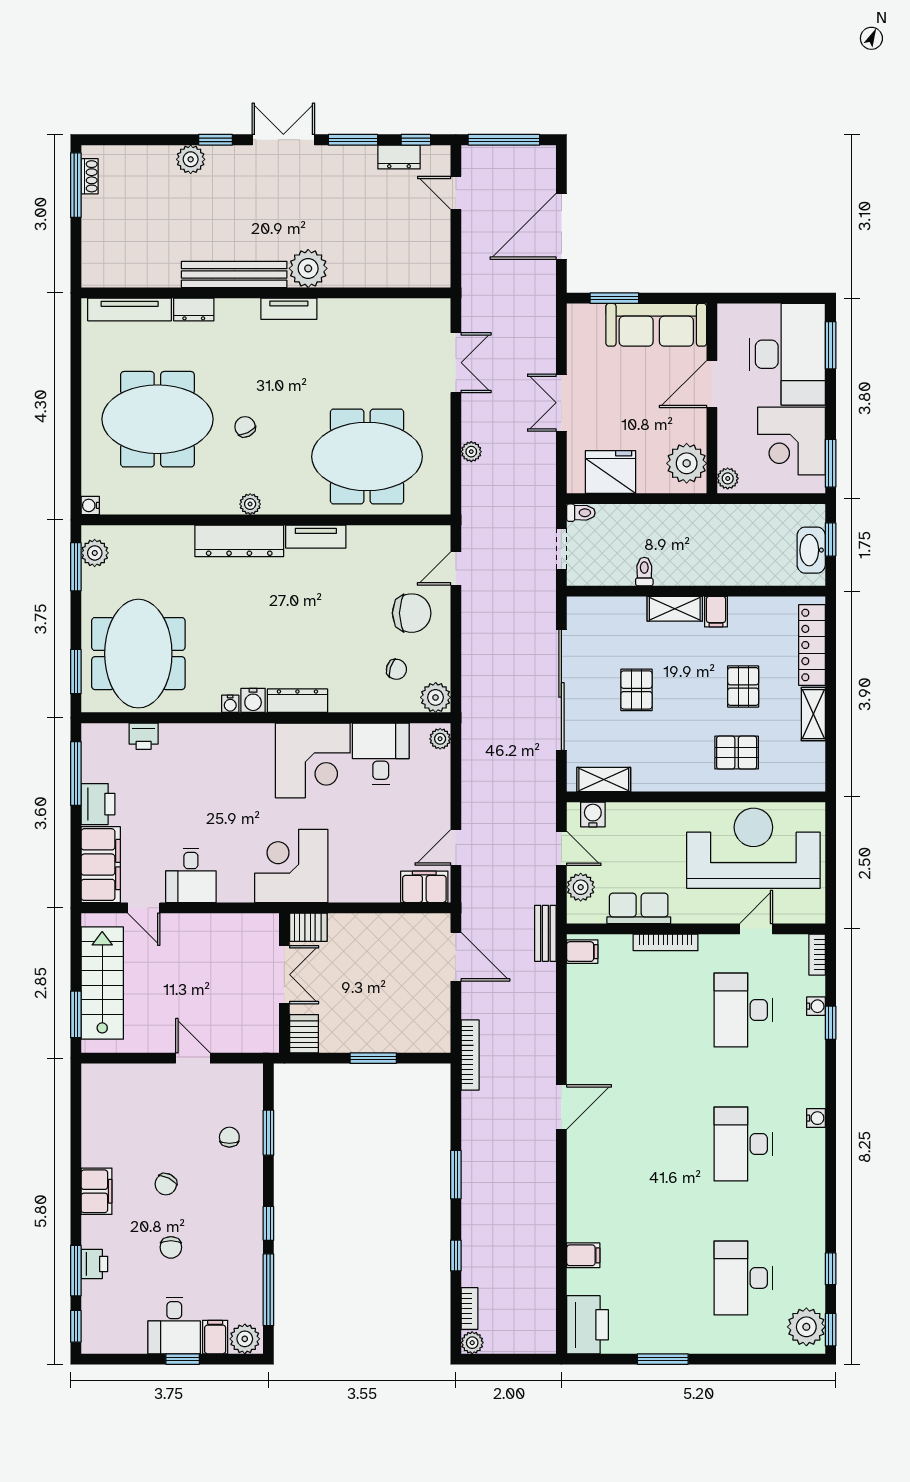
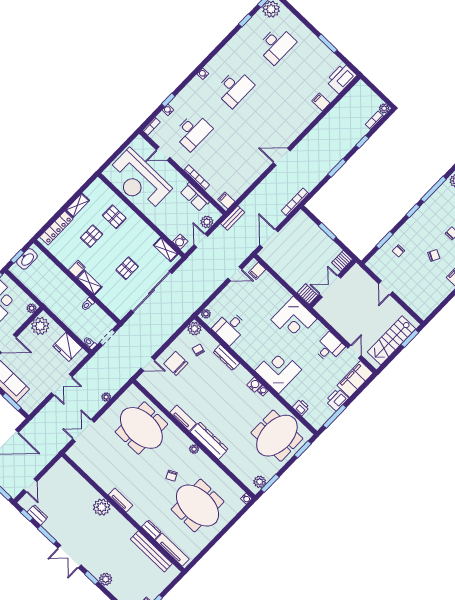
bench: (234, 274) -> (151, 551), moved
dresser: (297, 701) -> (226, 357), moved
corner desk: (313, 760) -> (278, 370), moved
filing cabinet: (424, 887) -> (257, 271), width x0.50

